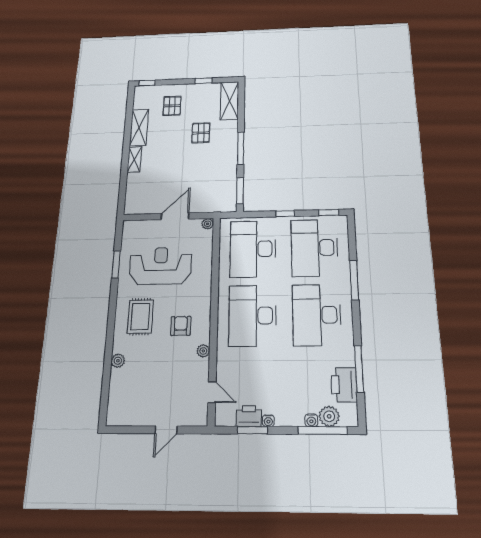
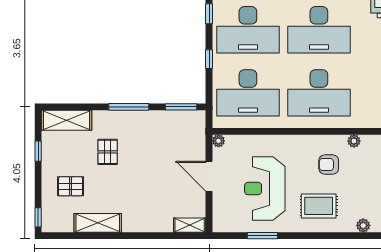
pallet: (201, 133) -> (108, 152), turned 90
shelving: (134, 159) -> (190, 225), moved

